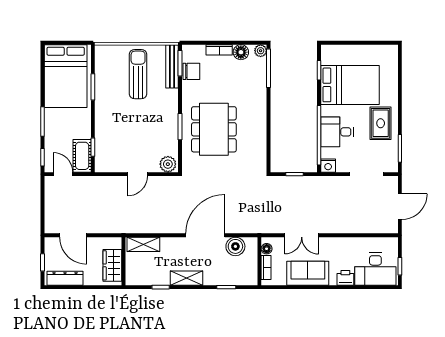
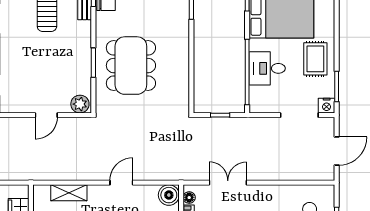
nightstand: (328, 166) -> (327, 106), moved
door: (205, 235) -> (121, 183), width x0.53
double door: (302, 235) -> (228, 183), swing flipped
shelving: (143, 244) -> (69, 193), moved
boiler: (235, 246) -> (169, 195), moved

